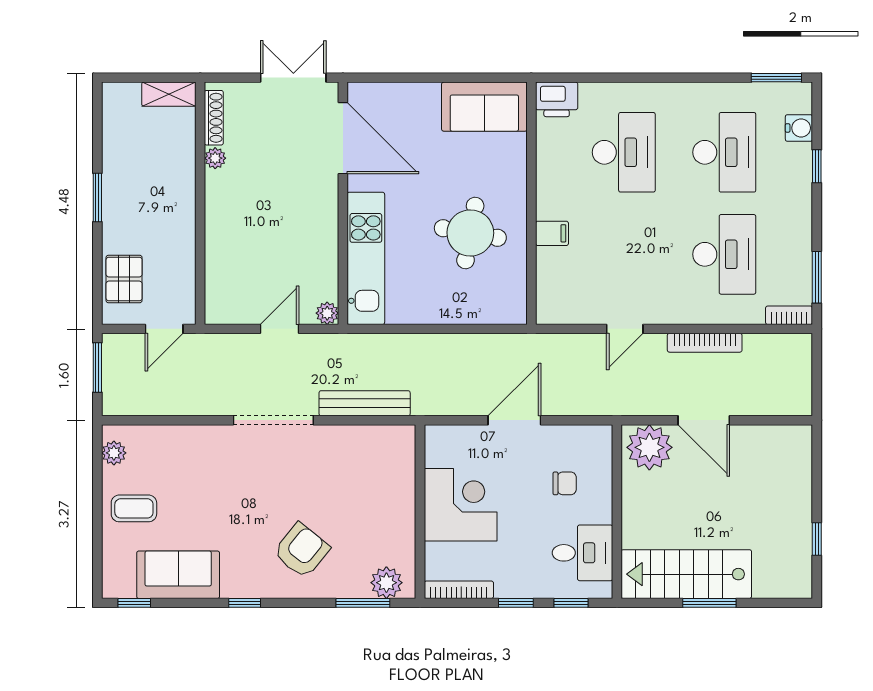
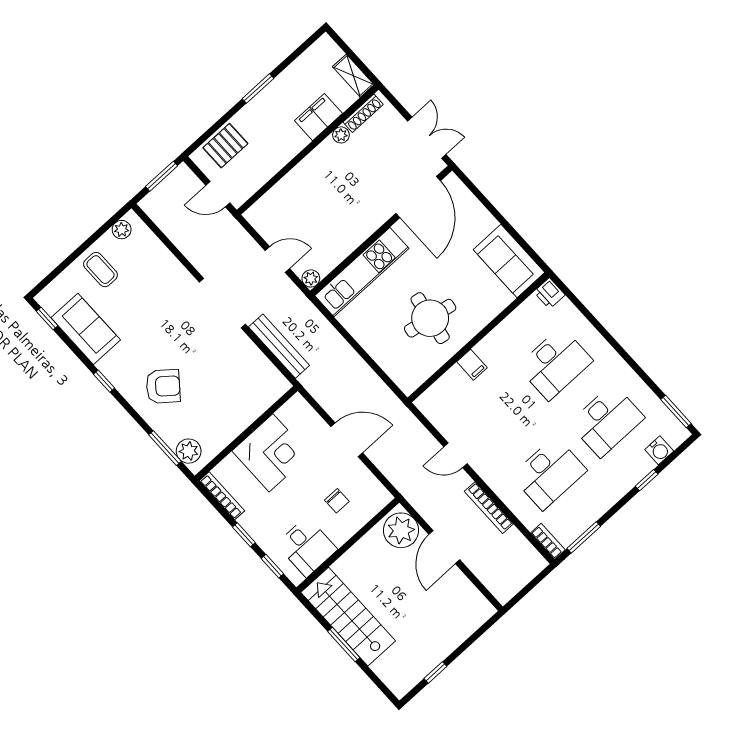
printer: (557, 99) -> (549, 293), width x0.73, depth x0.81
filing cabinet: (178, 164) -> (318, 117), added

